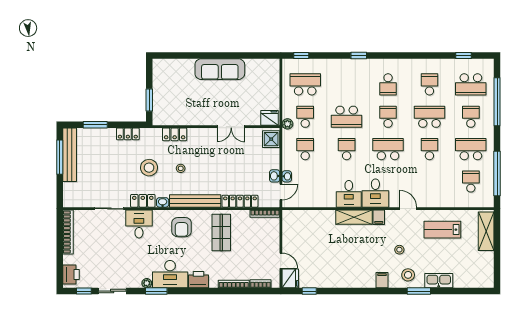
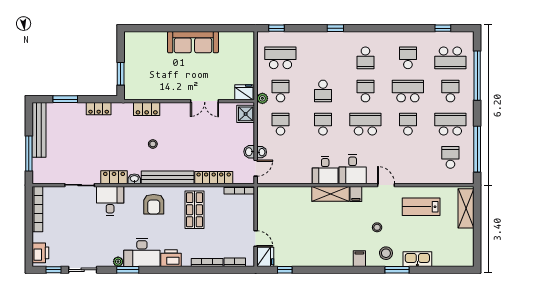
school desk: (347, 117) -> (323, 91), width x0.54
window: (60, 157) -> (29, 154), moved
stool: (149, 168) -> (120, 143), removed

